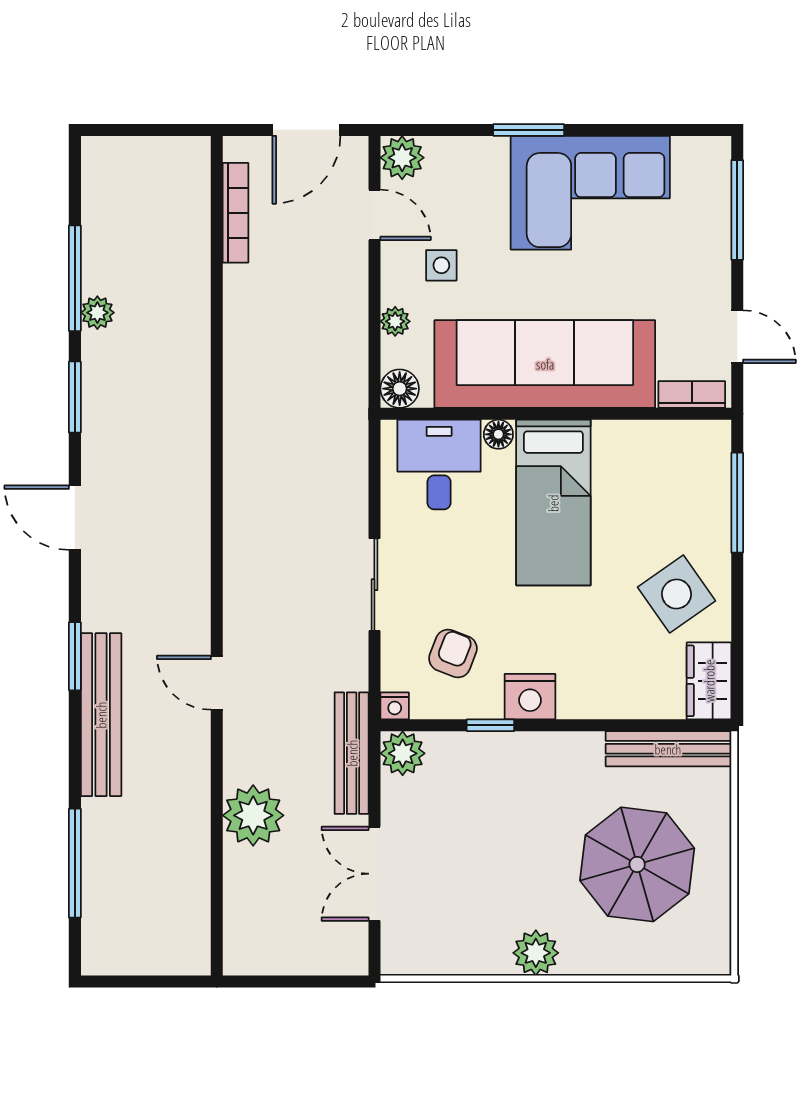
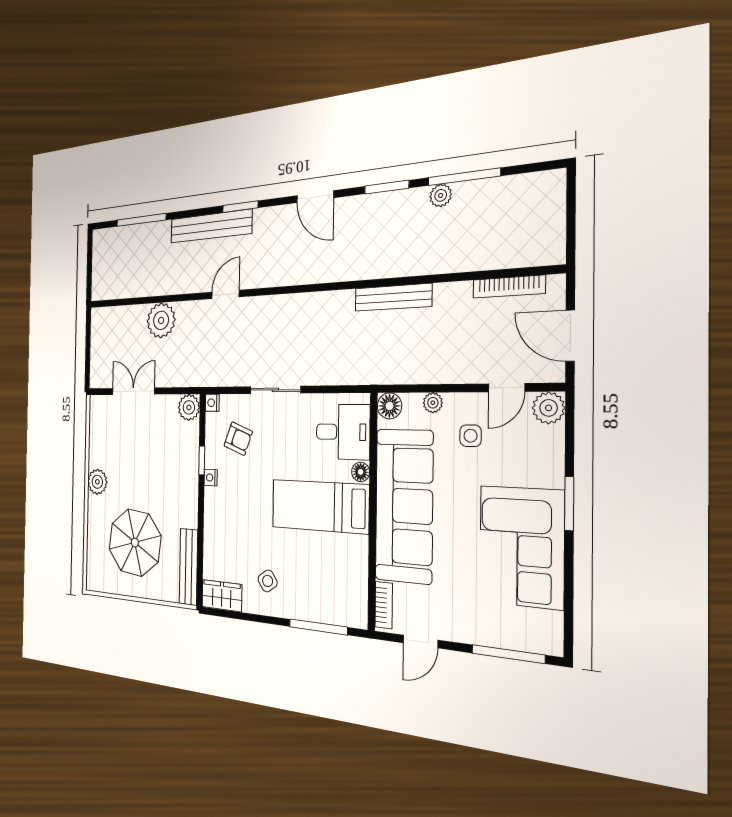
door: (75, 518) -> (315, 197), swing flipped
side table: (676, 594) -> (268, 581), width x0.54, depth x0.54
nightstand: (530, 697) -> (211, 478), width x0.53, depth x0.56
bench: (352, 753) -> (393, 297), moved

